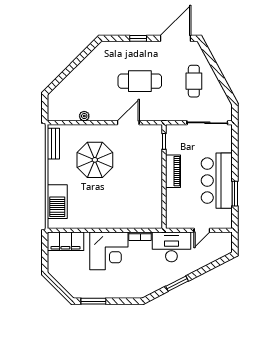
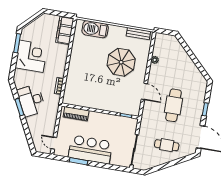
piano: (173, 171) -> (76, 114), moved
door: (202, 230) -> (54, 143), moved
desk: (171, 247) -> (31, 100), moved, turned 153
corner desk: (109, 251) -> (31, 56), moved, turned 180

